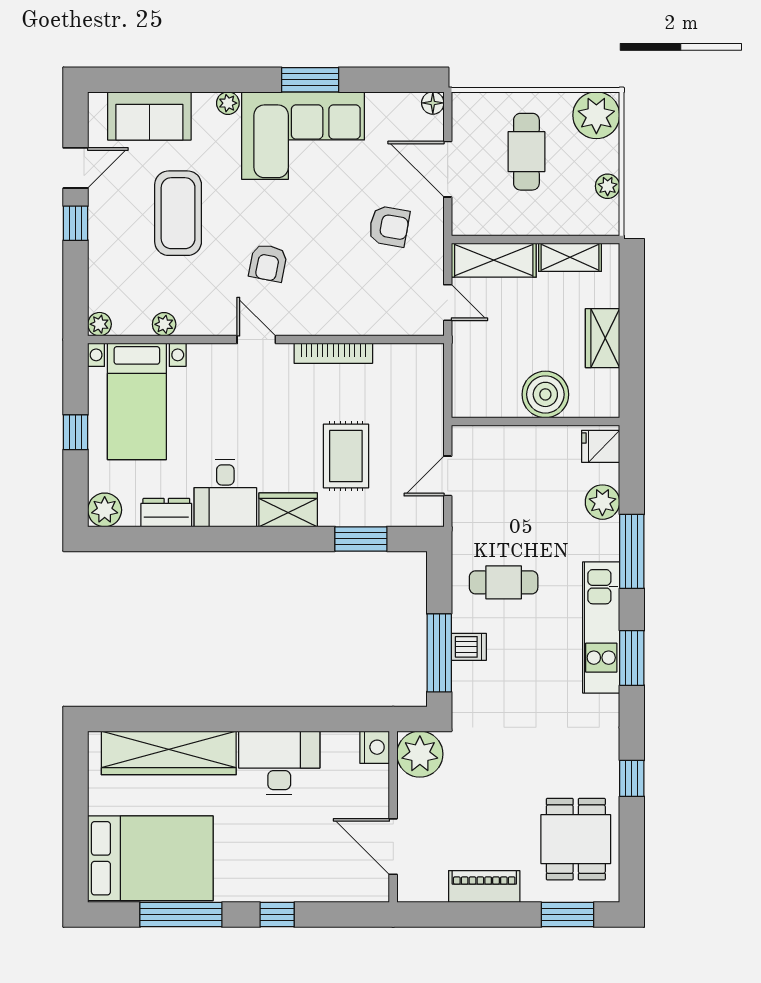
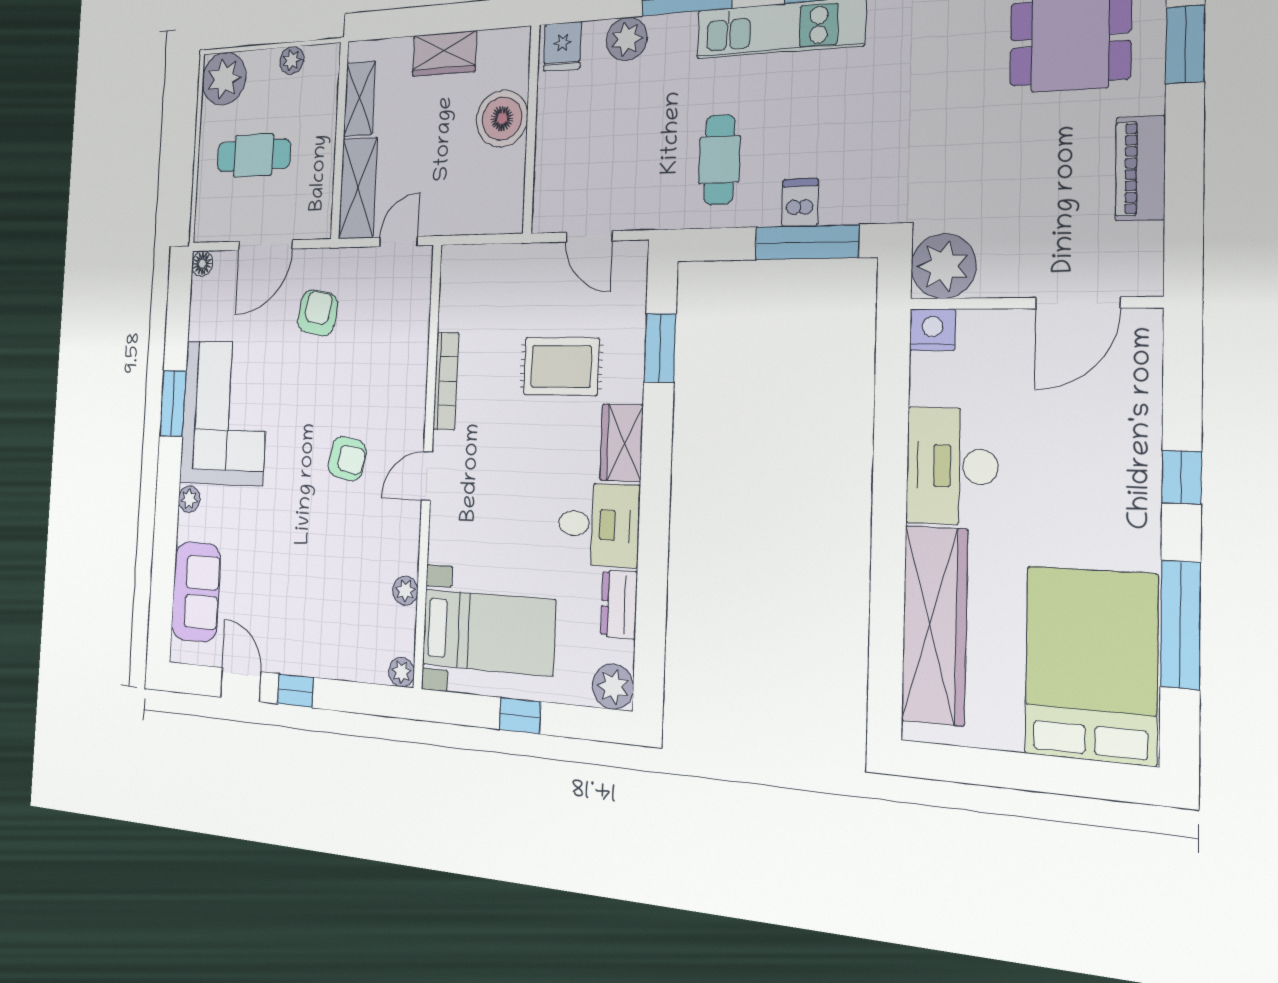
coffee table: (178, 213) -> (292, 565), removed

